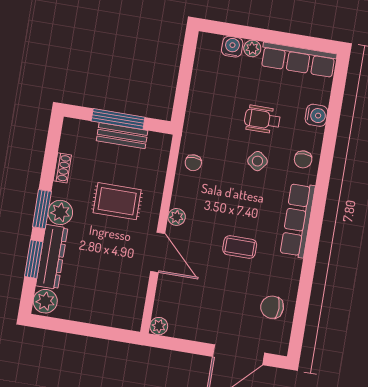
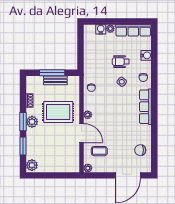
rug: (117, 201) -> (58, 112), width x1.36, depth x1.43
coffee table: (240, 247) -> (99, 151), moved
dresser: (52, 257) -> (31, 144), removed

